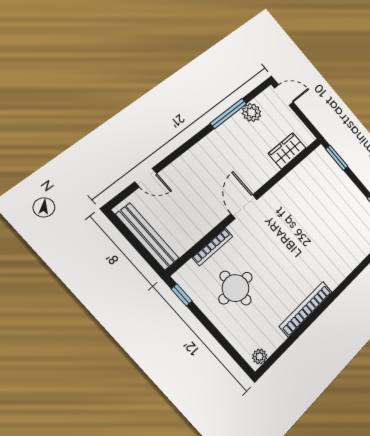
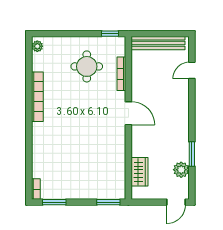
window: (228, 113) -> (192, 154), width x0.69

